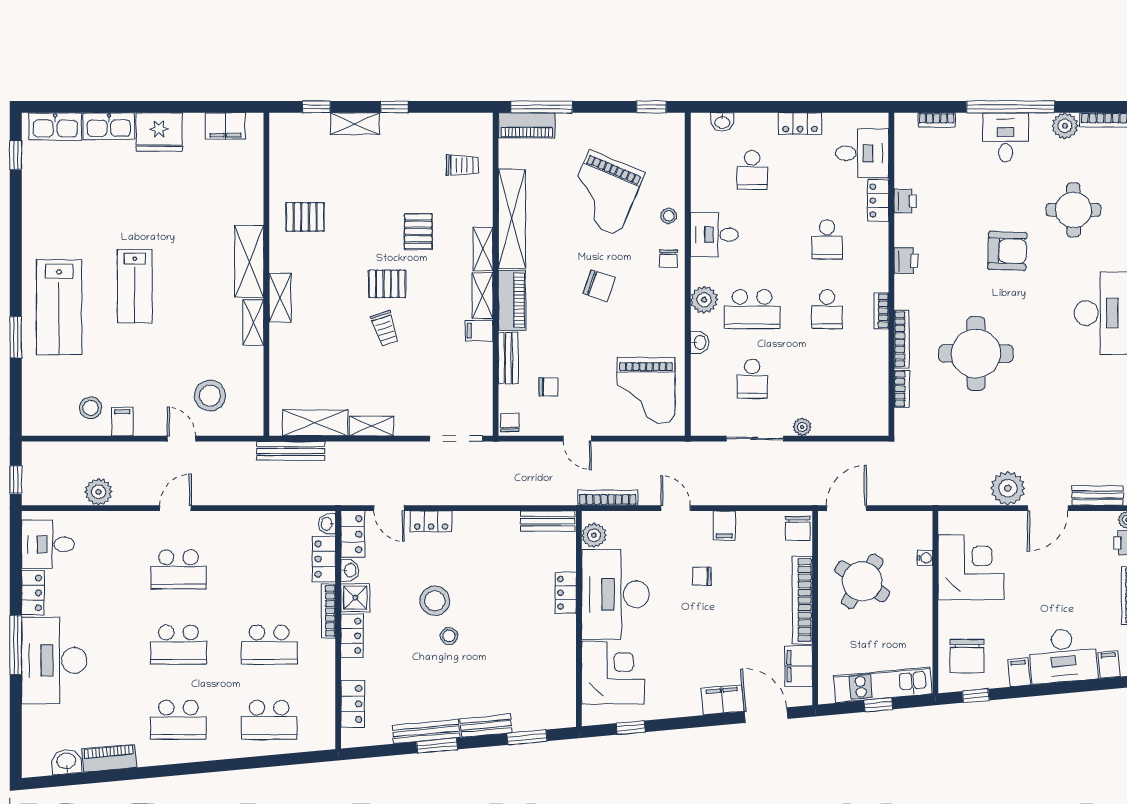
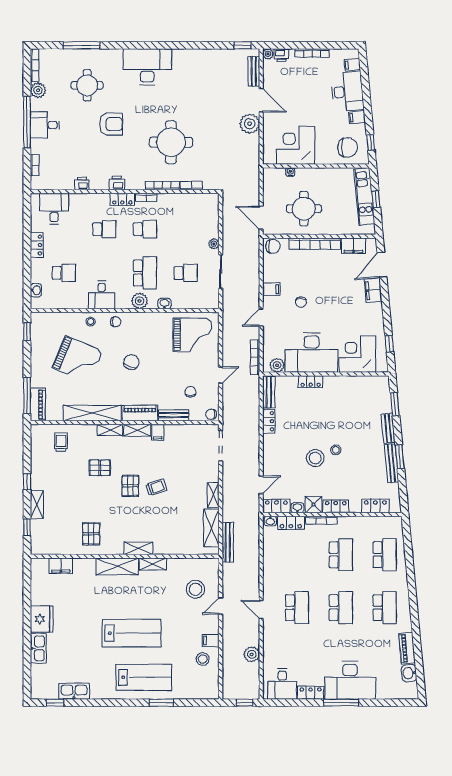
filing cabinet: (226, 126) -> (61, 566), moved, turned 90
kitchen sink: (55, 127) -> (74, 691), moved, turned -90
locker: (878, 201) -> (122, 199), moved
armchair: (1007, 251) -> (111, 124), turned 88
lab bench: (135, 286) -> (132, 633), width x1.36, depth x1.39
locker: (431, 521) -> (269, 421), moved
round table: (862, 581) -> (304, 209), turned -33

